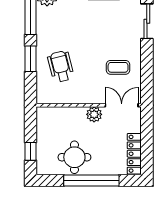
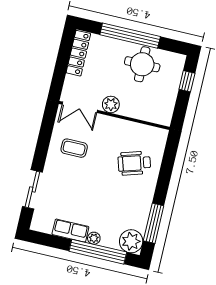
window: (31, 59) -> (164, 179), removed
wheelchair: (61, 66) -> (134, 163), turned 87

